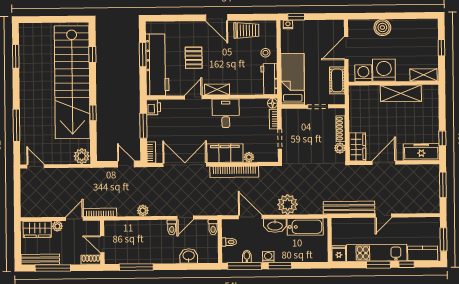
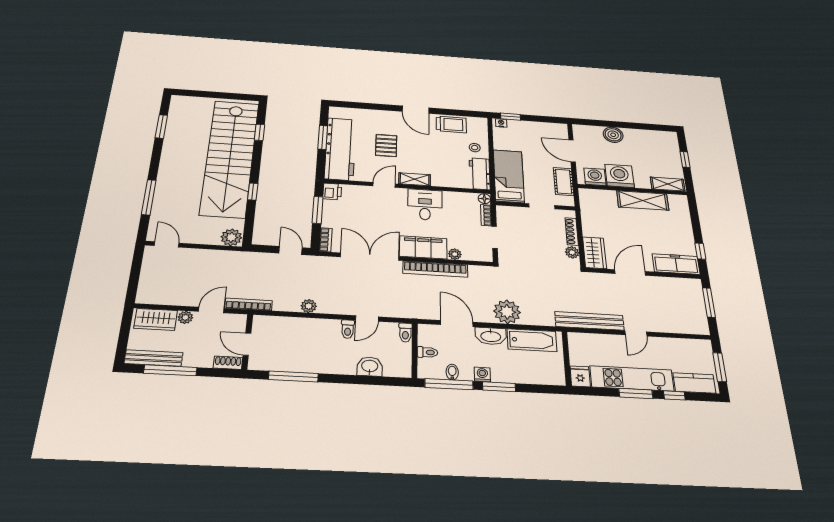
door: (346, 48) -> (572, 151), hinge flipped

